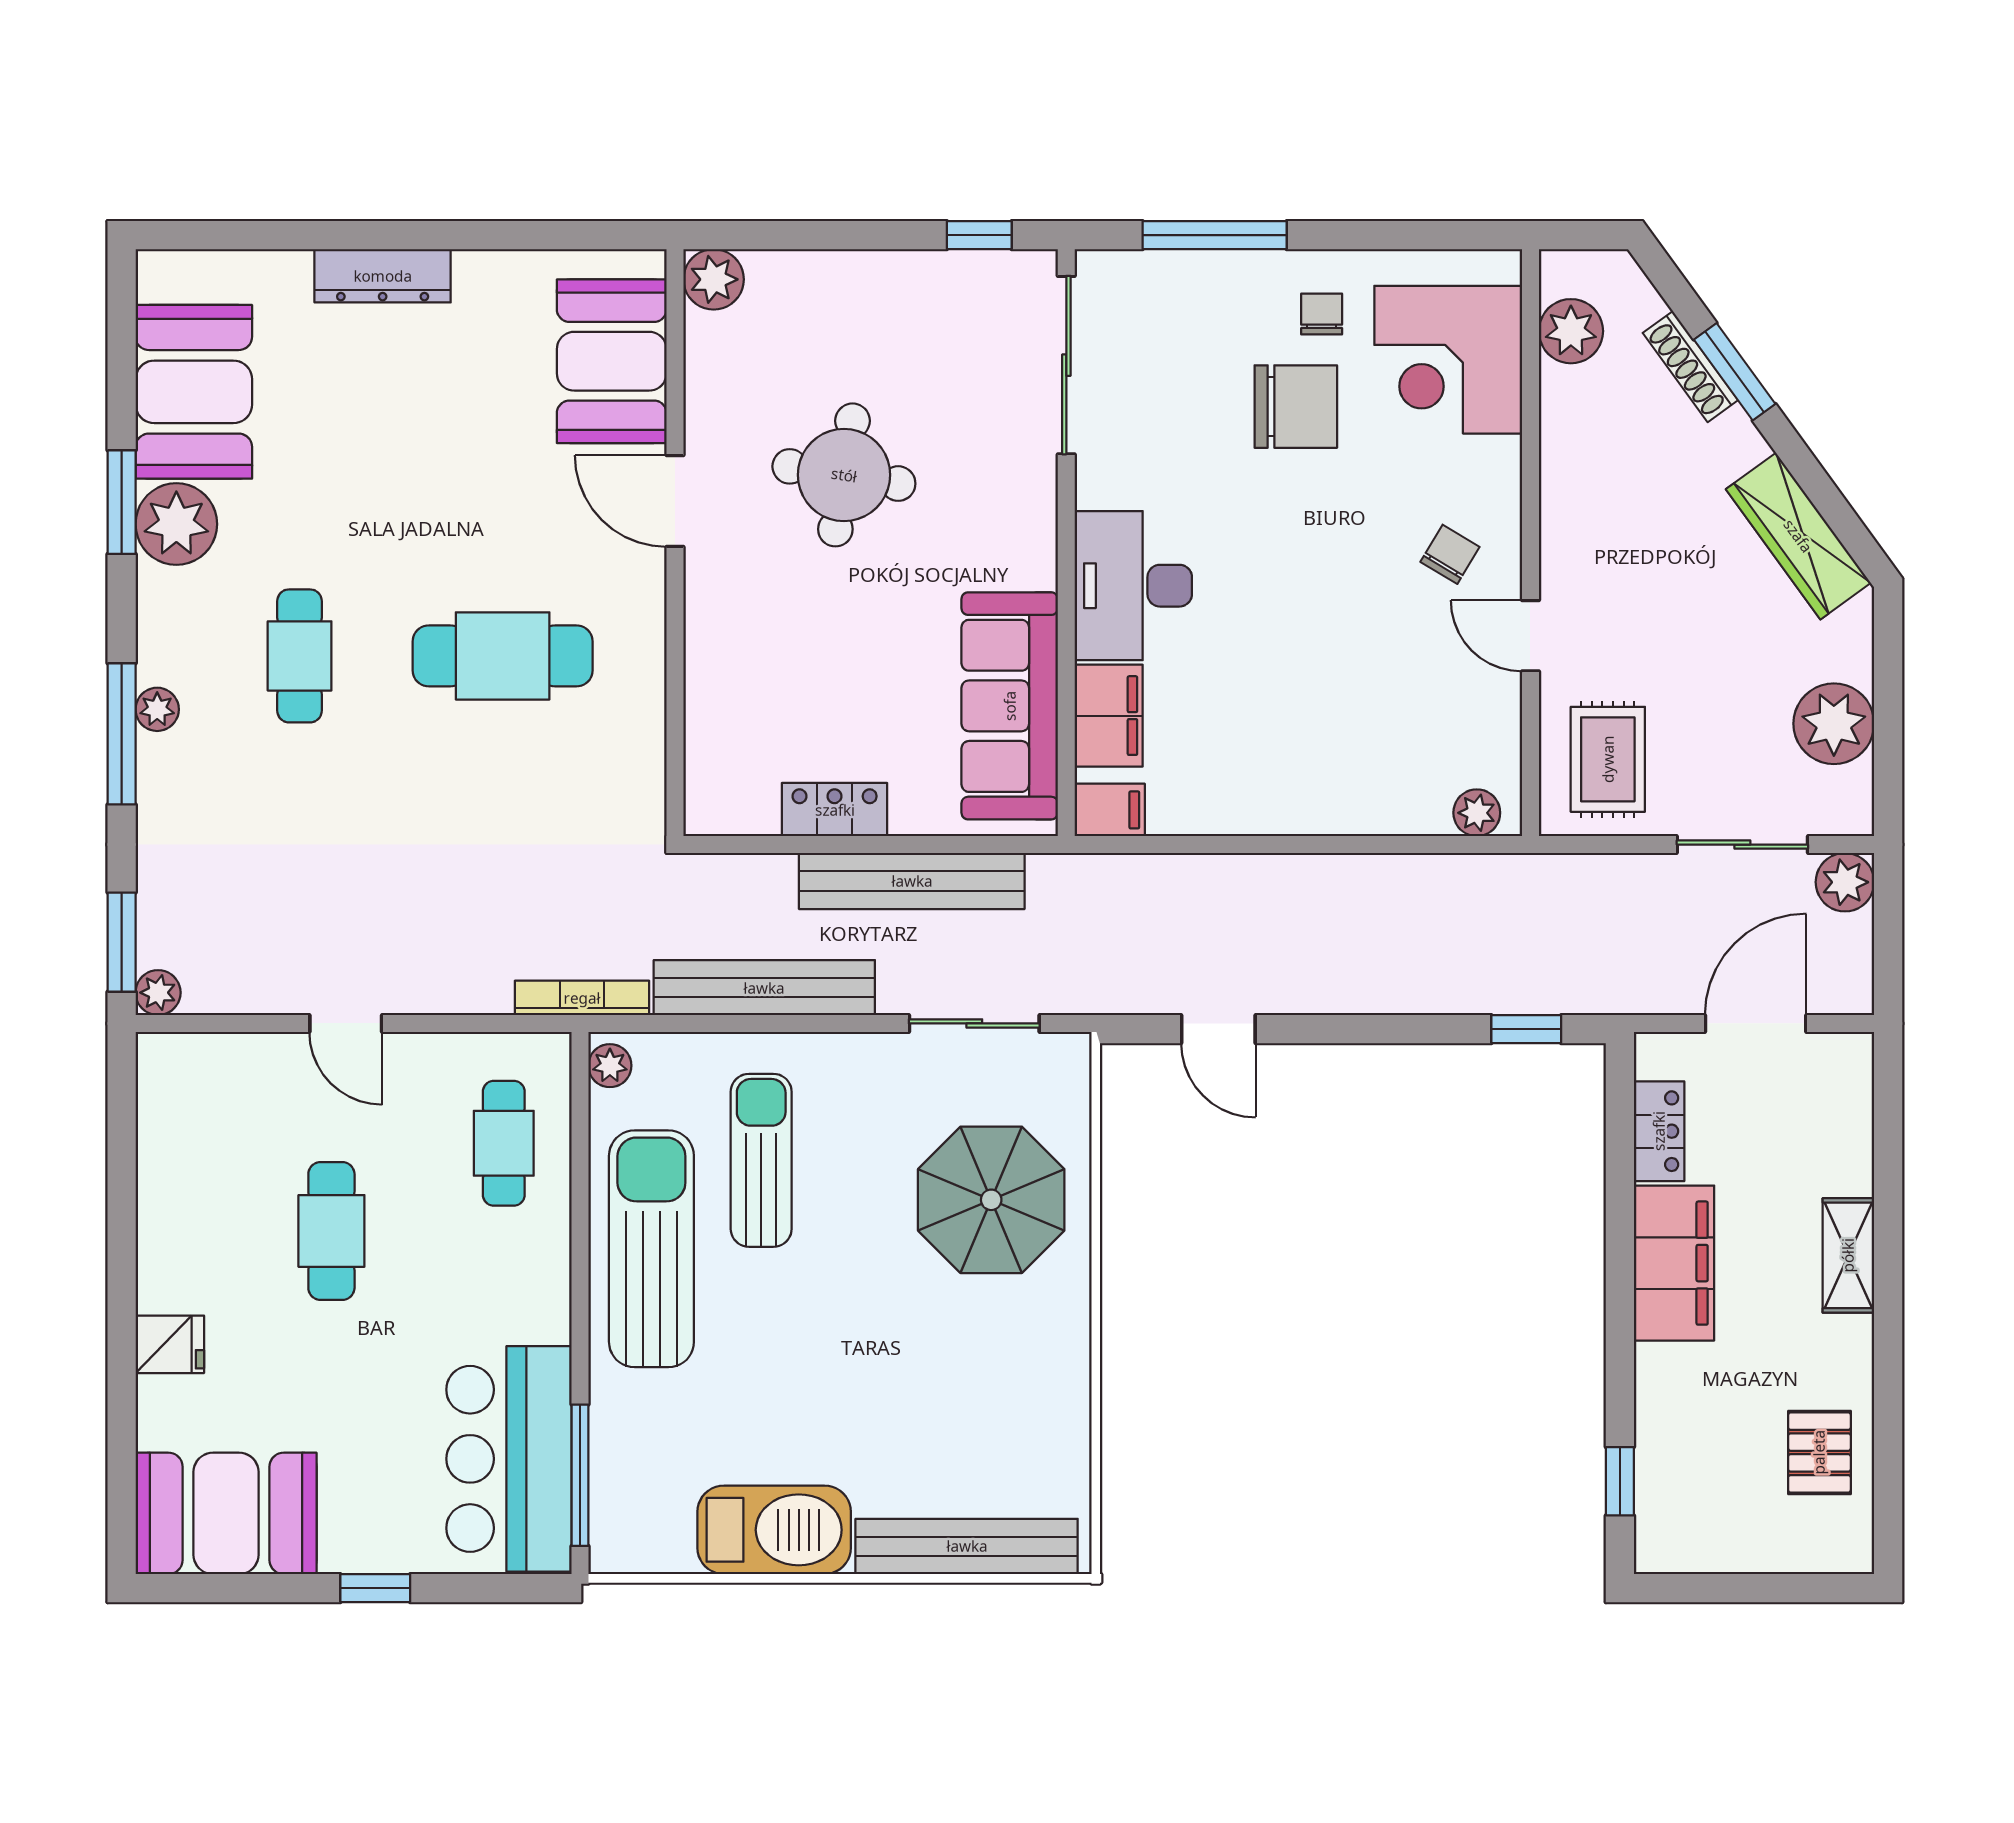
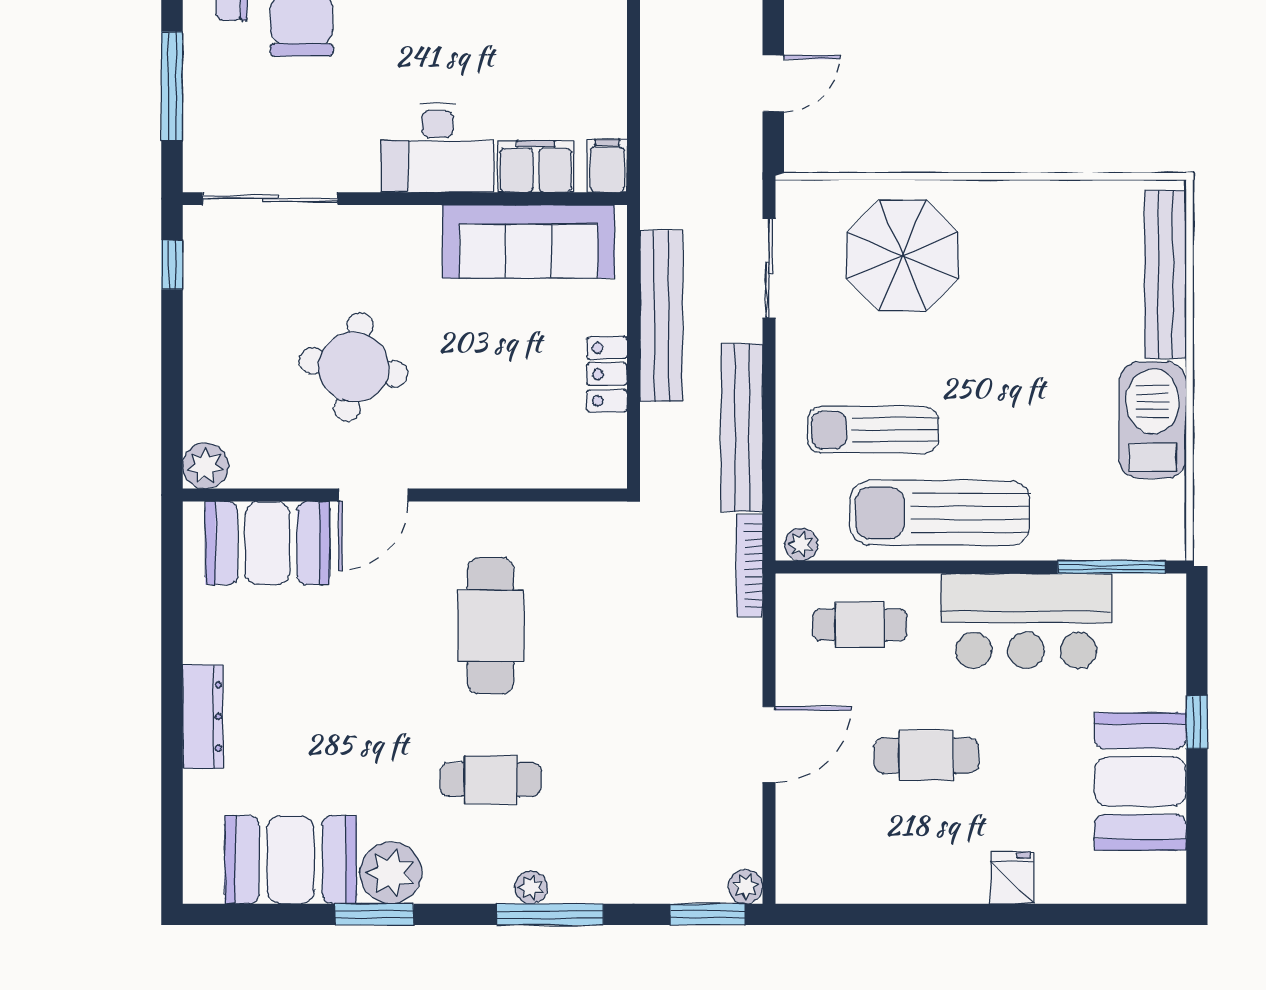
door: (346, 1023) -> (769, 745), width x1.38
bar counter: (509, 1459) -> (1026, 621), moved
booth: (226, 1513) -> (1140, 782), moved

